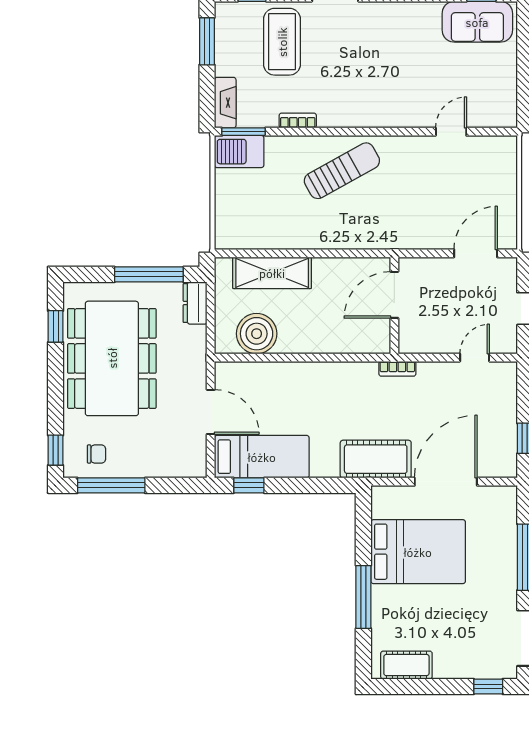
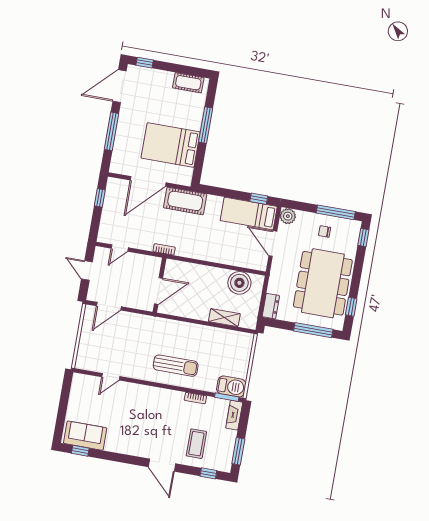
coffee table: (282, 42) -> (196, 444), width x0.73, depth x0.76
sun lounger: (342, 171) -> (176, 366), turned -151
shelving: (272, 273) -> (224, 318), width x0.67, depth x0.75
window: (149, 274) -> (313, 330), moved
chair: (96, 454) -> (325, 231), moved
plant: (193, 464) -> (288, 216), added

